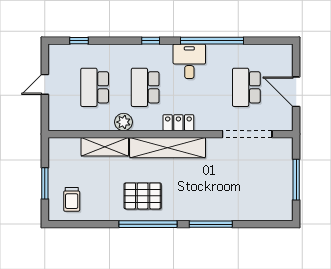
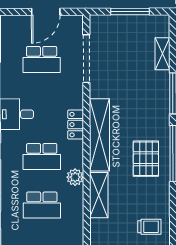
shelving: (252, 213) -> (162, 54), added

